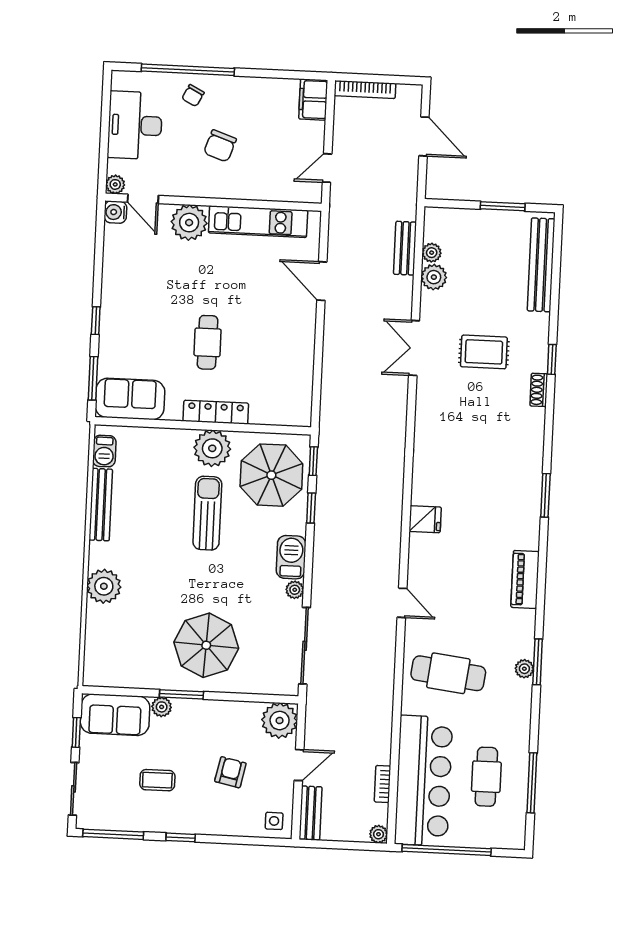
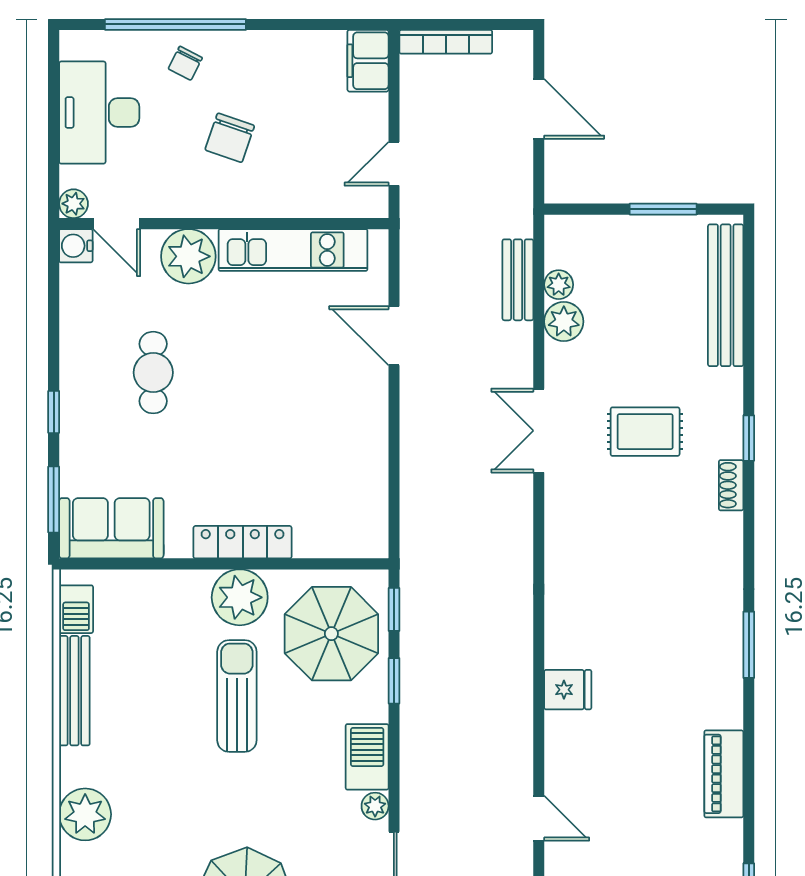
cafe table: (208, 342) -> (153, 373), moved

